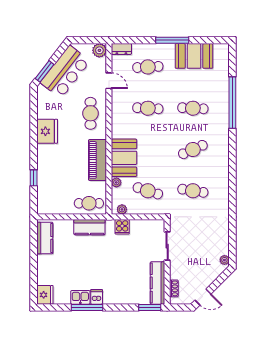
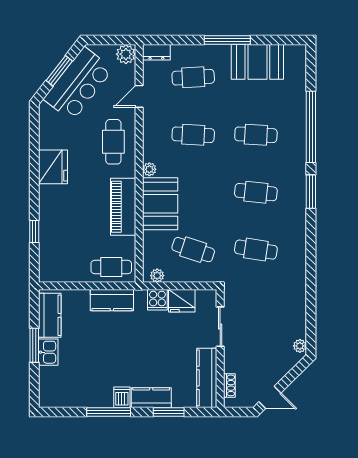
window: (44, 71) -> (59, 71), moved
door: (109, 81) -> (139, 96), swing flipped
window: (232, 149) -> (311, 192), added
cafe table: (193, 150) -> (256, 192), turned 30
plant: (116, 182) -> (149, 169), moved
window: (34, 259) -> (34, 345), added
fridge: (45, 295) -> (182, 301), moved, turned 90
kitchen sink: (80, 297) -> (48, 352), moved, turned 90
kitchen counter: (118, 297) -> (151, 398), added
window: (150, 307) -> (169, 412), moved

